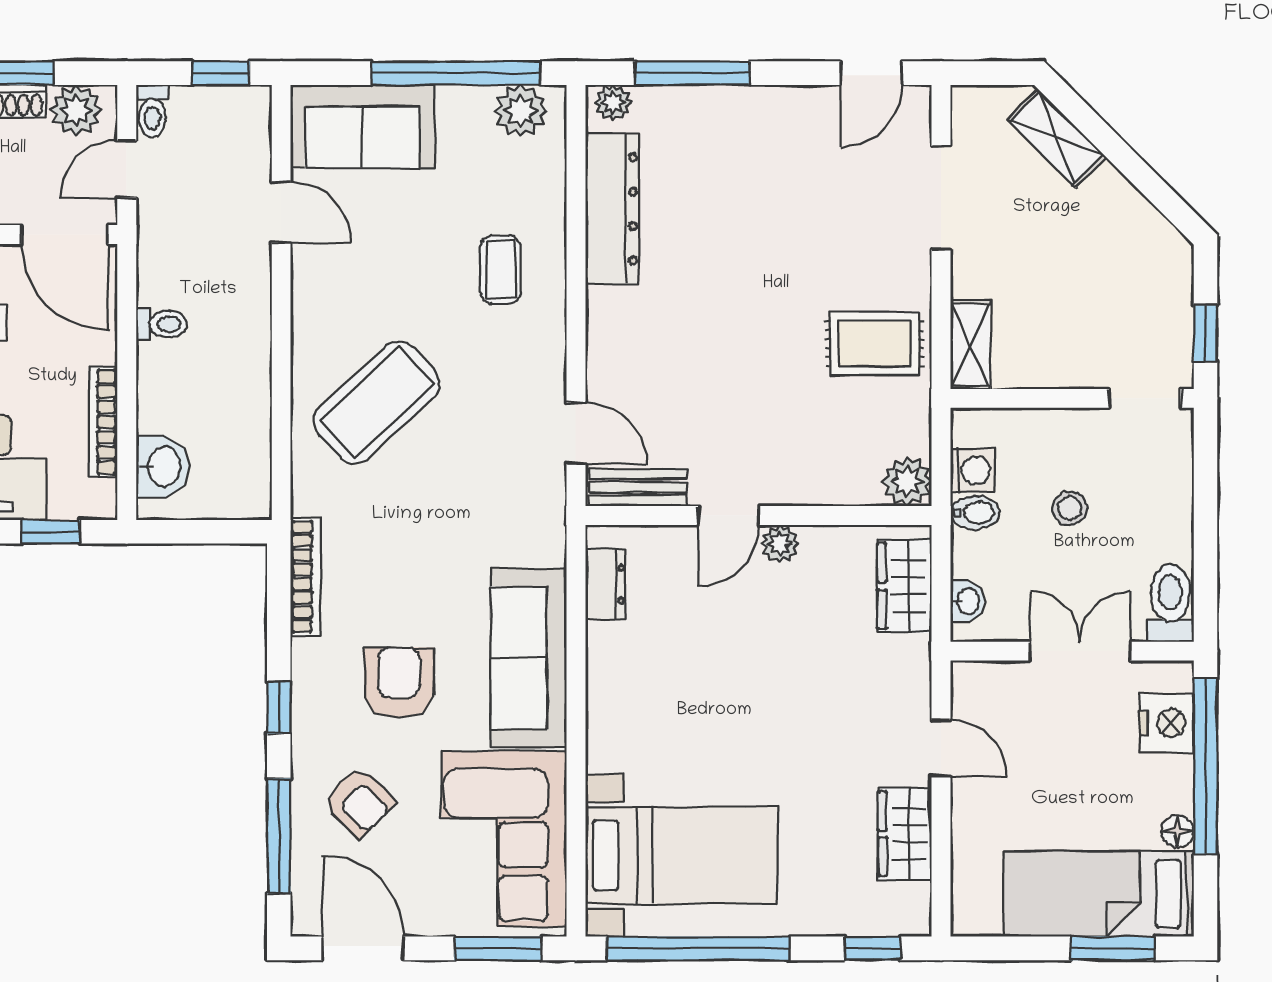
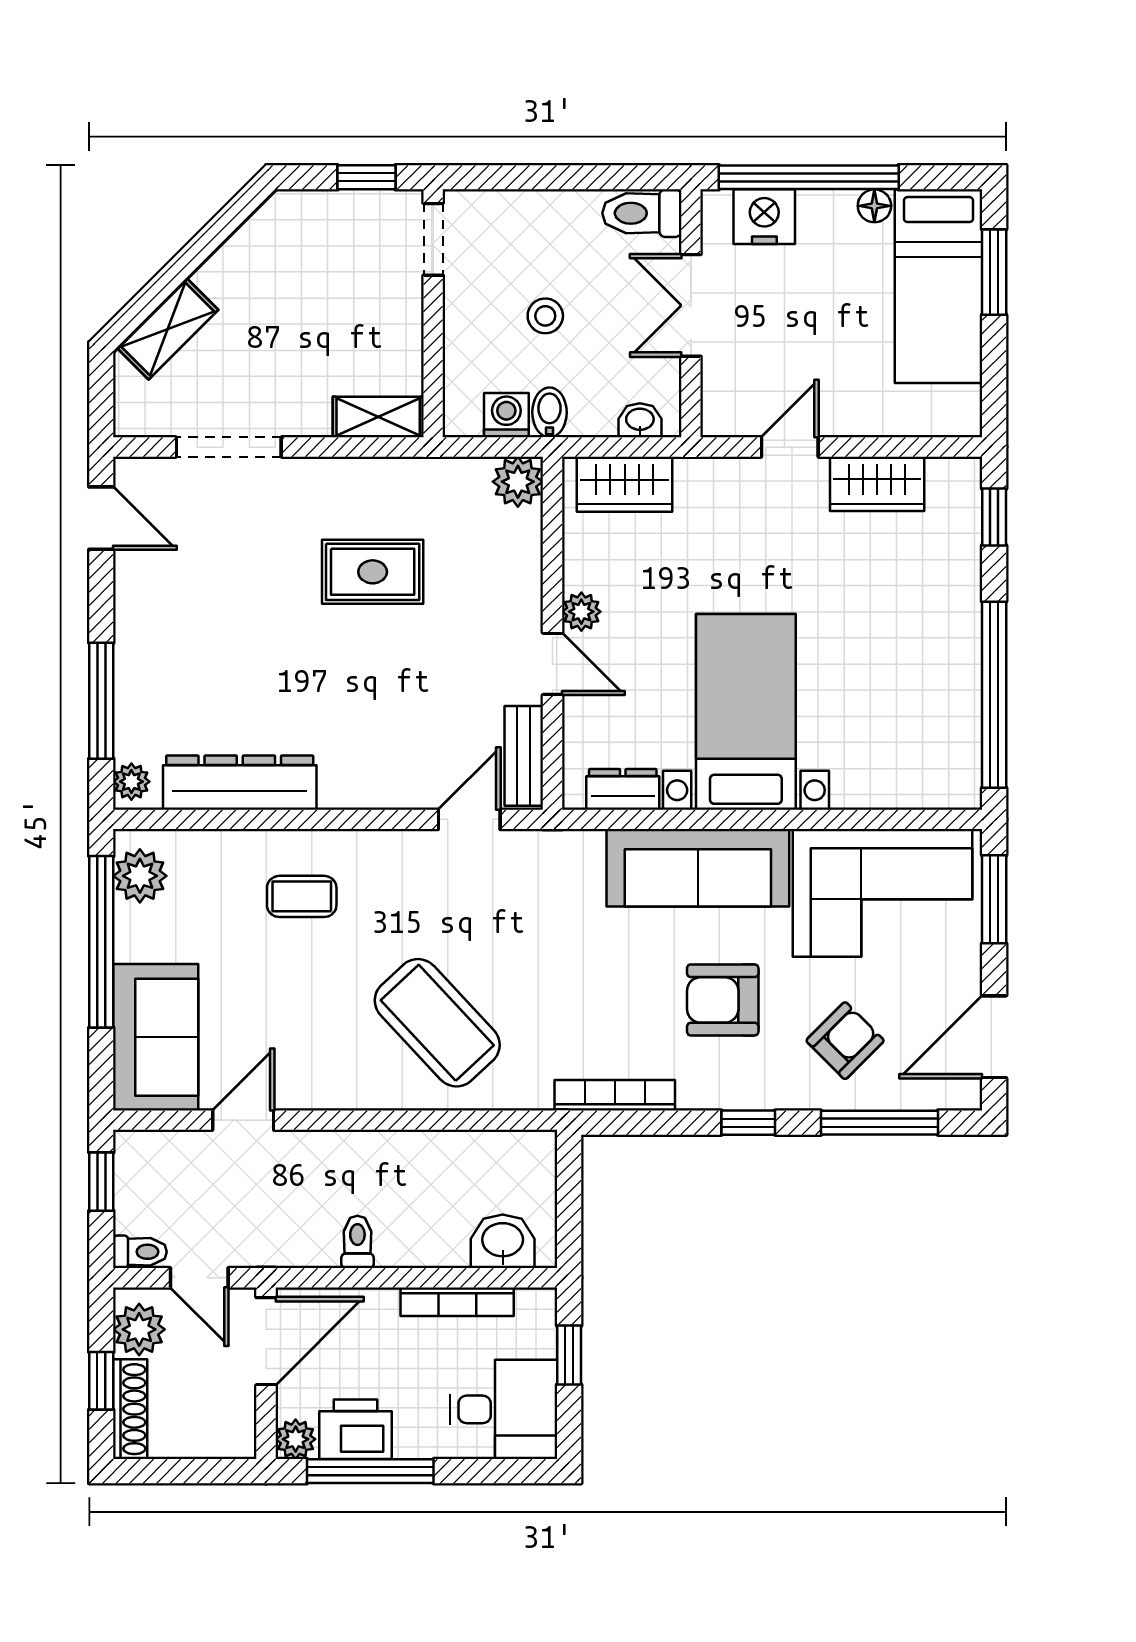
rug: (874, 344) -> (373, 572), moved, turned 90
bed with nightstands: (681, 855) -> (746, 712), moved

